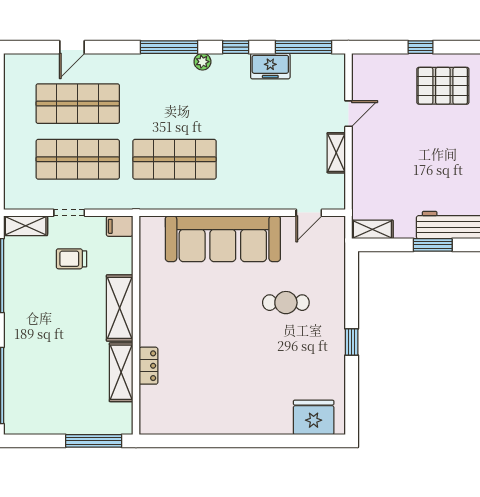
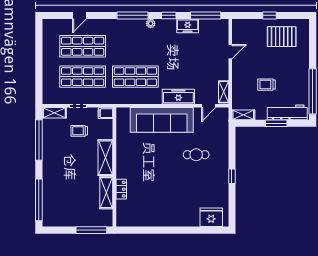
shelving: (336, 153) -> (224, 92), moved
trolley: (415, 174) -> (267, 85), added
freezer: (253, 196) -> (178, 97), added

